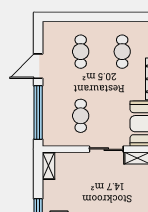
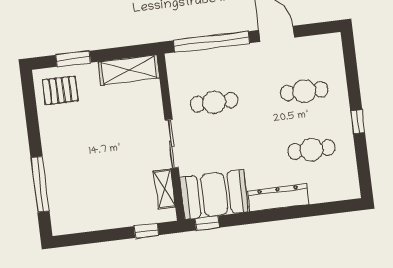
window: (107, 17) -> (358, 122), added
shelving: (49, 166) -> (129, 70), width x1.50, depth x1.33

